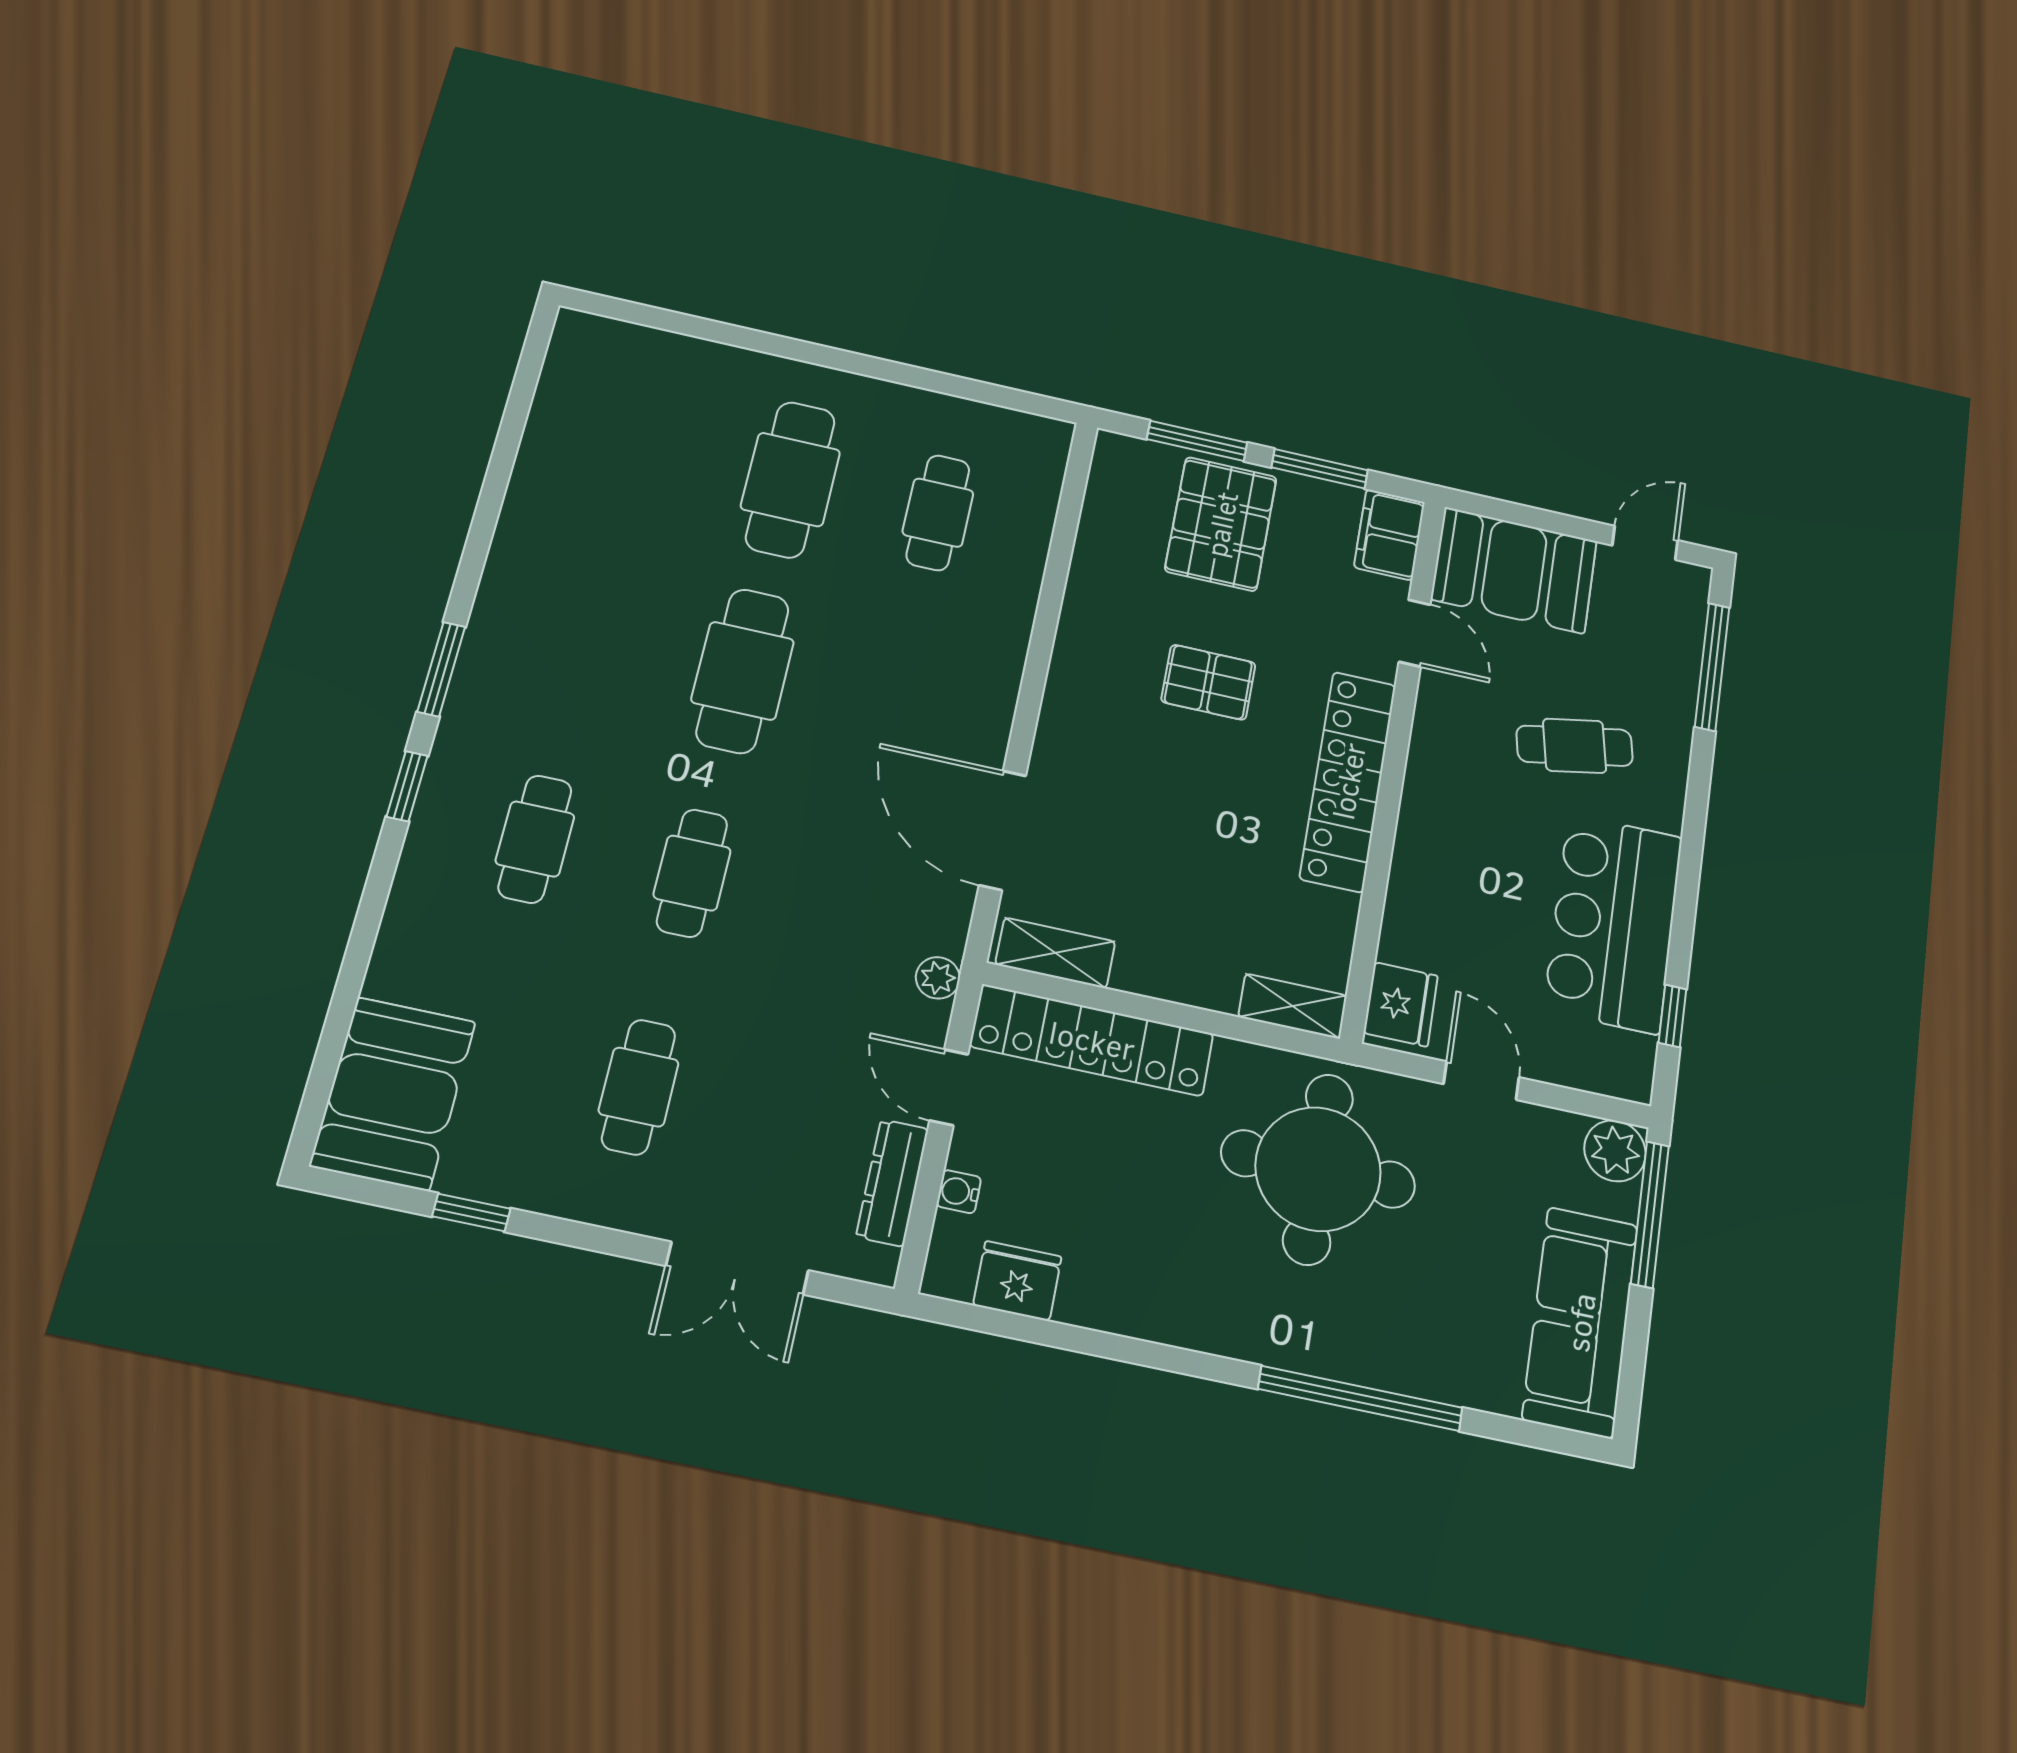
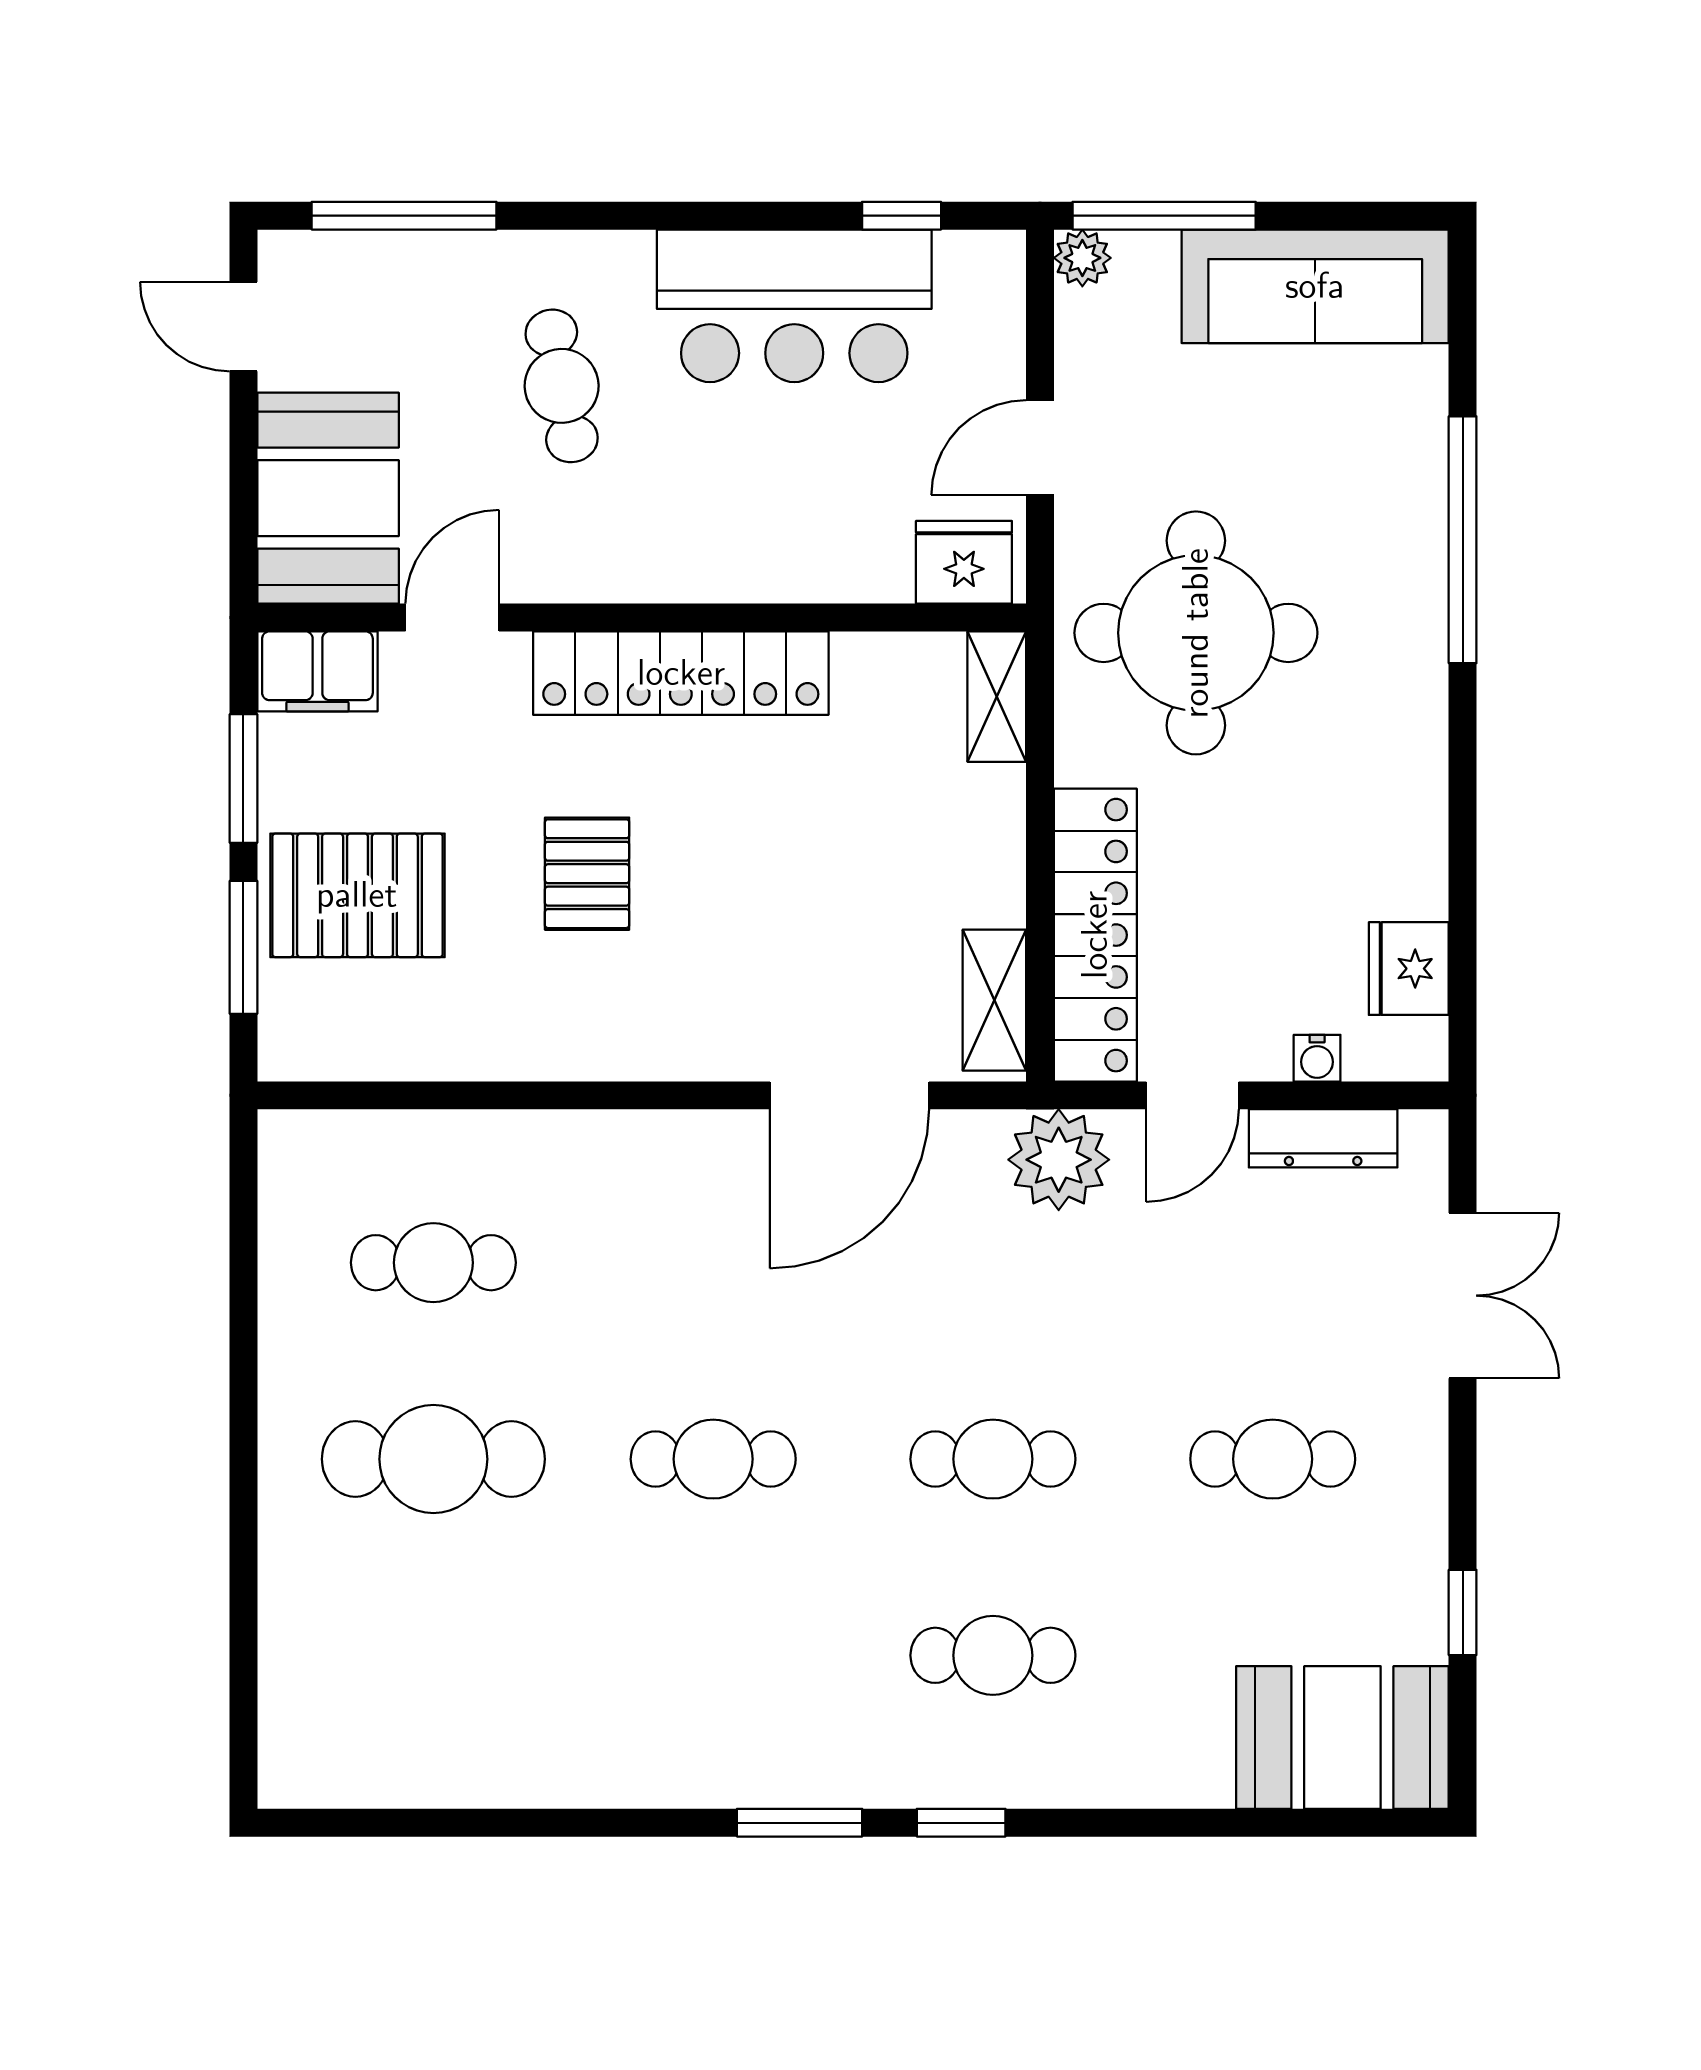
cafe table: (743, 671) -> (713, 1459), width x0.73, depth x0.74
plant: (938, 978) -> (1059, 1160), width x1.88, depth x1.88
plant: (1615, 1151) -> (1082, 258), width x0.73, depth x0.73

